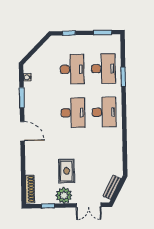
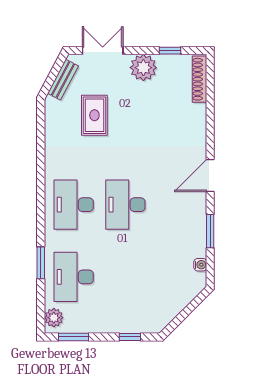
plant: (115, 44) -> (54, 318), added
desk: (72, 69) -> (125, 277), removed
door: (22, 131) -> (210, 175), hinge flipped
rug: (67, 171) -> (94, 115), moved

